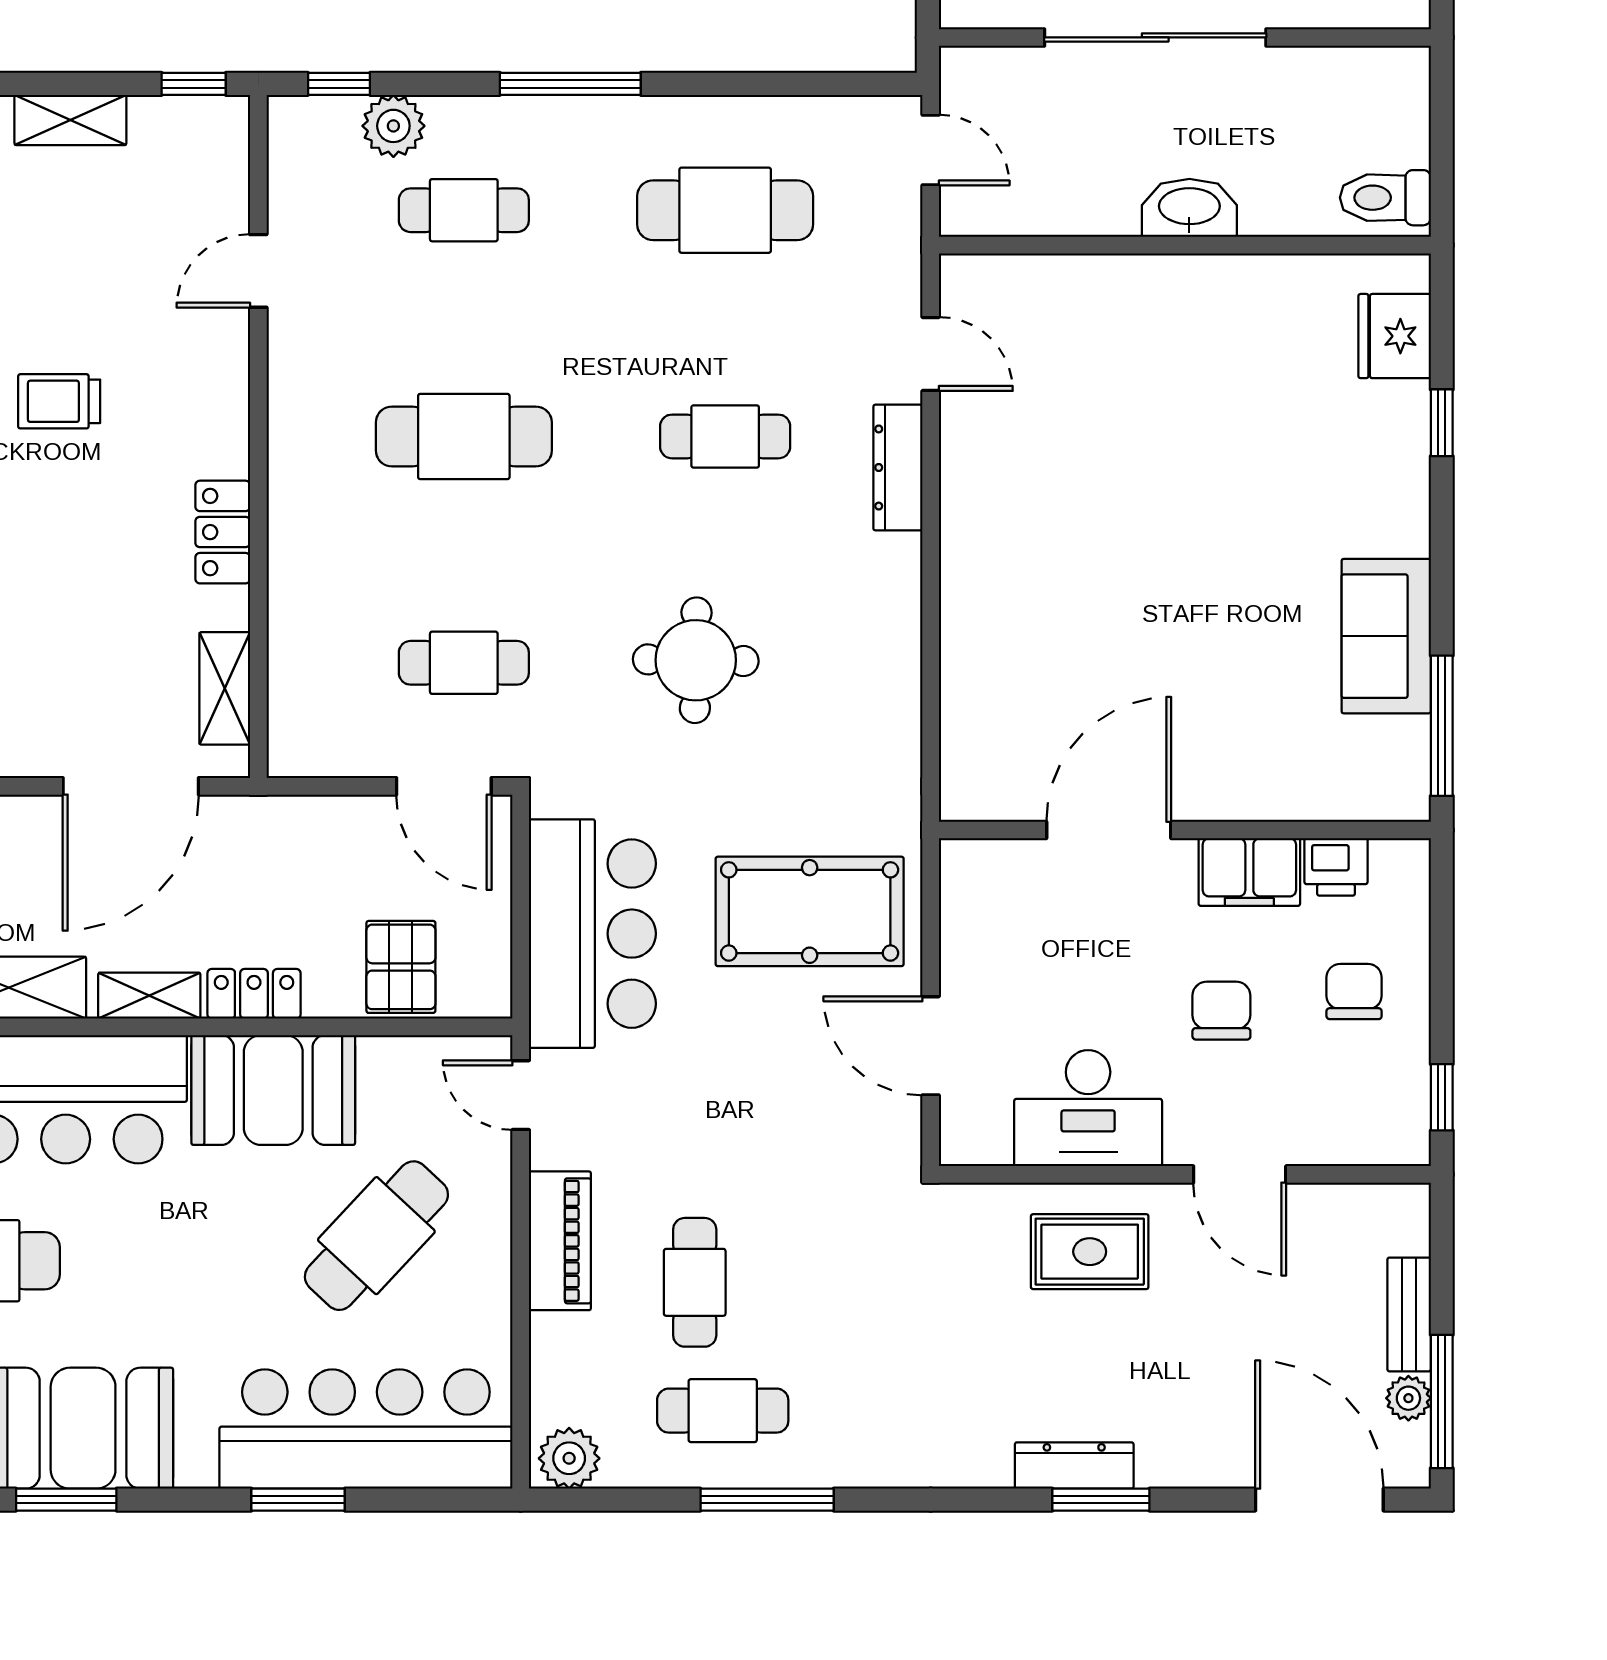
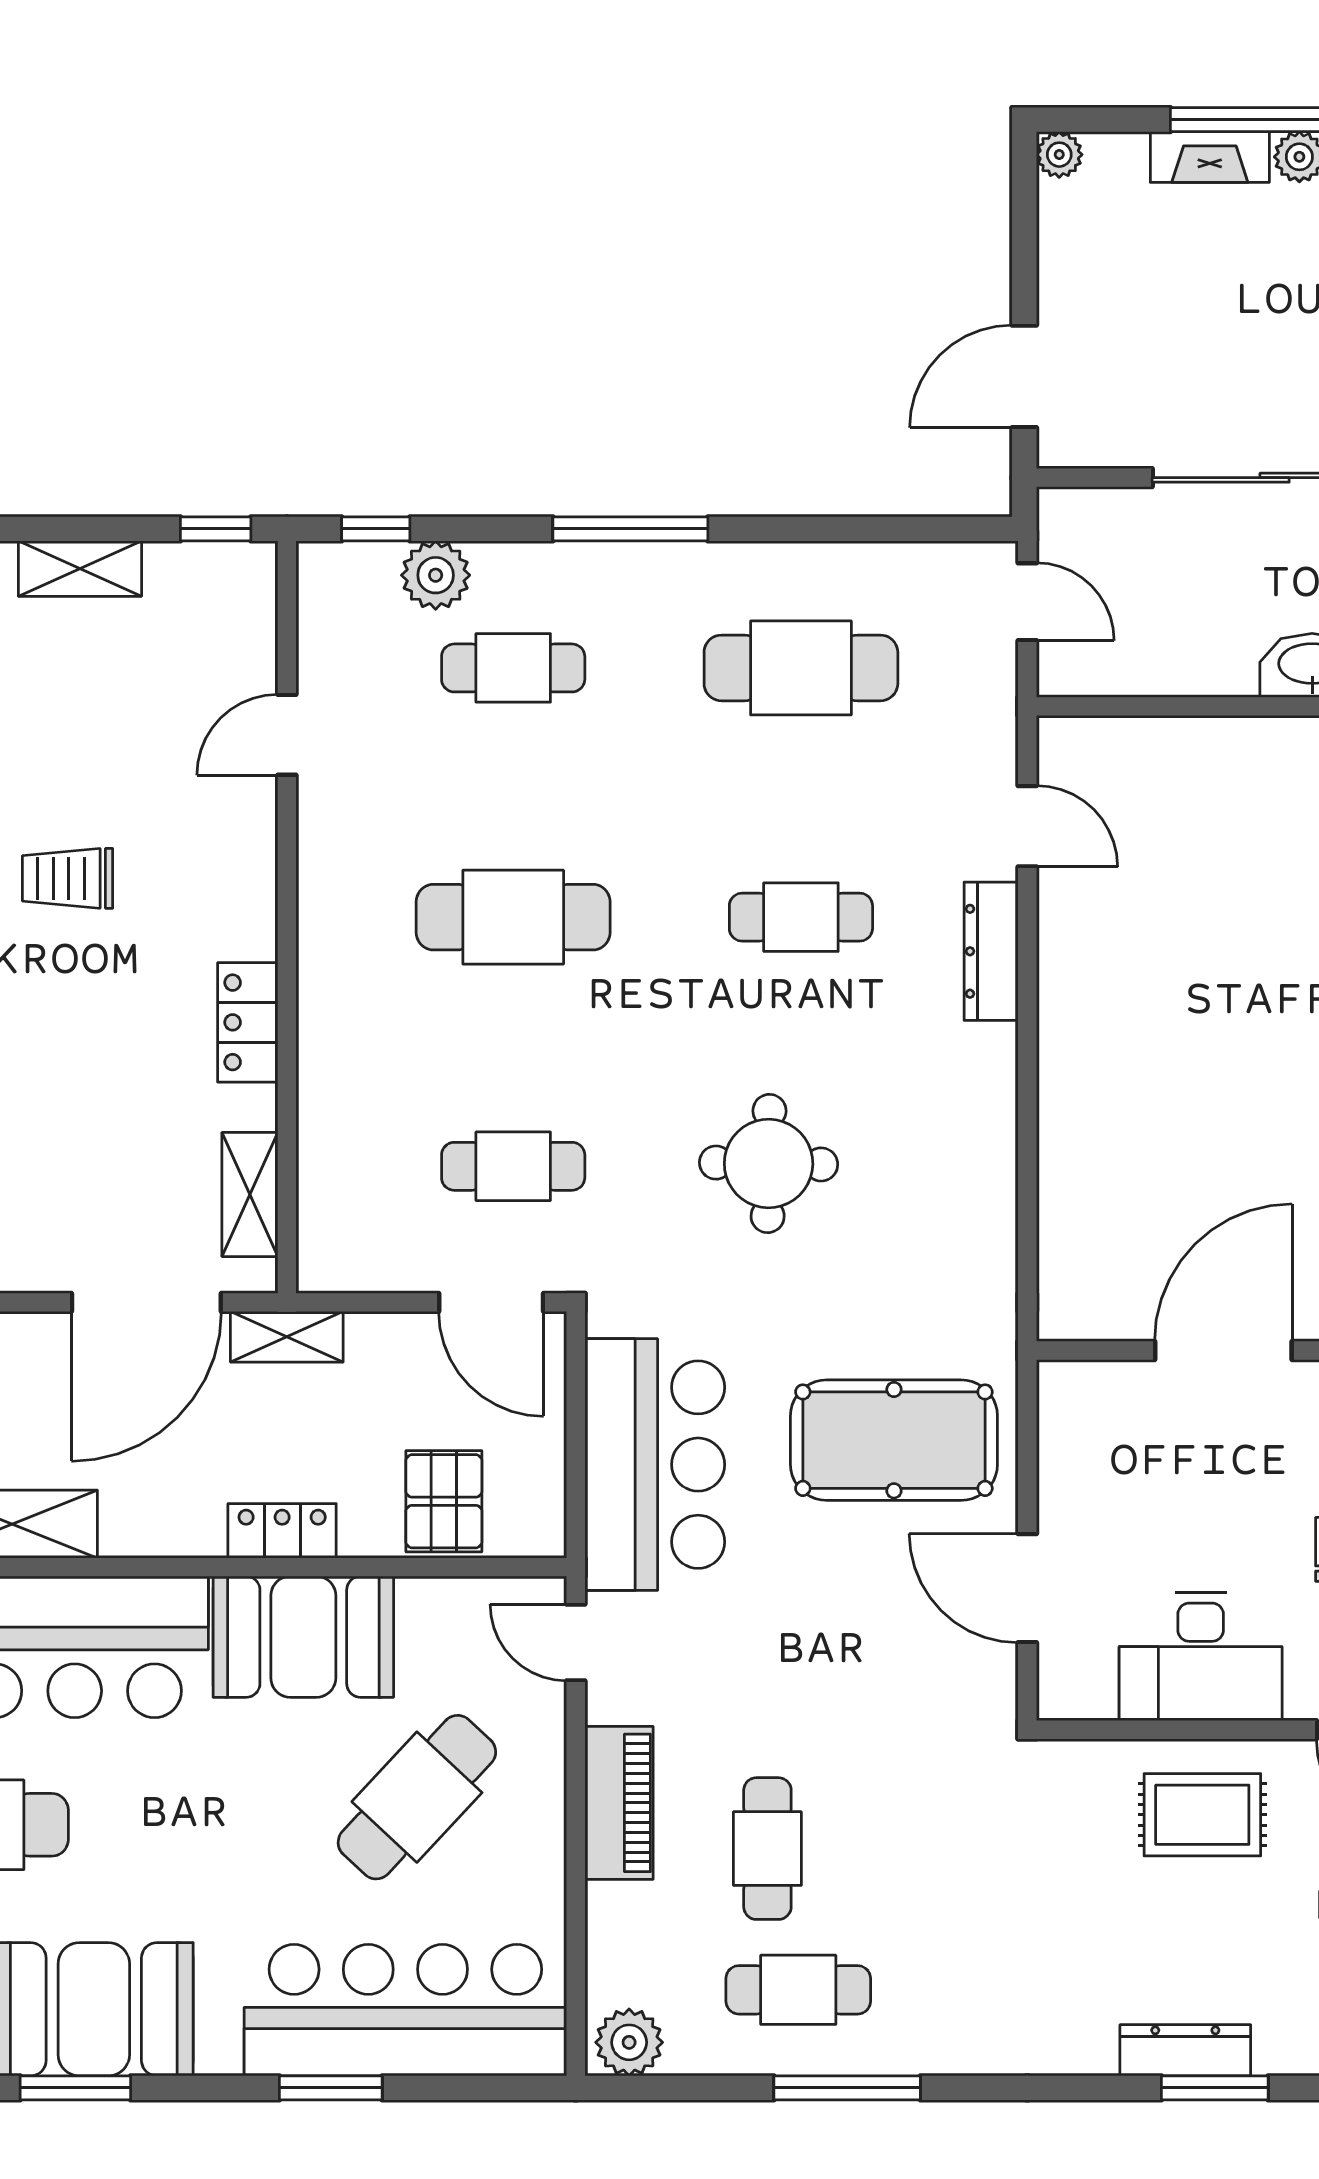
shelving: (149, 996) -> (287, 1337), moved

